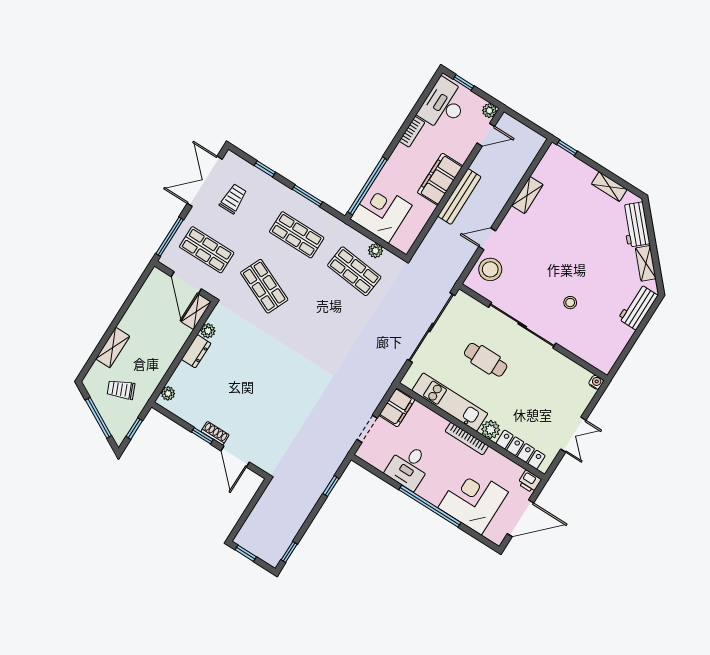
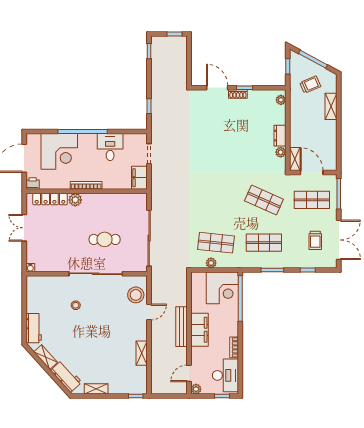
kitchen unit: (450, 402) -> (110, 201), removed

